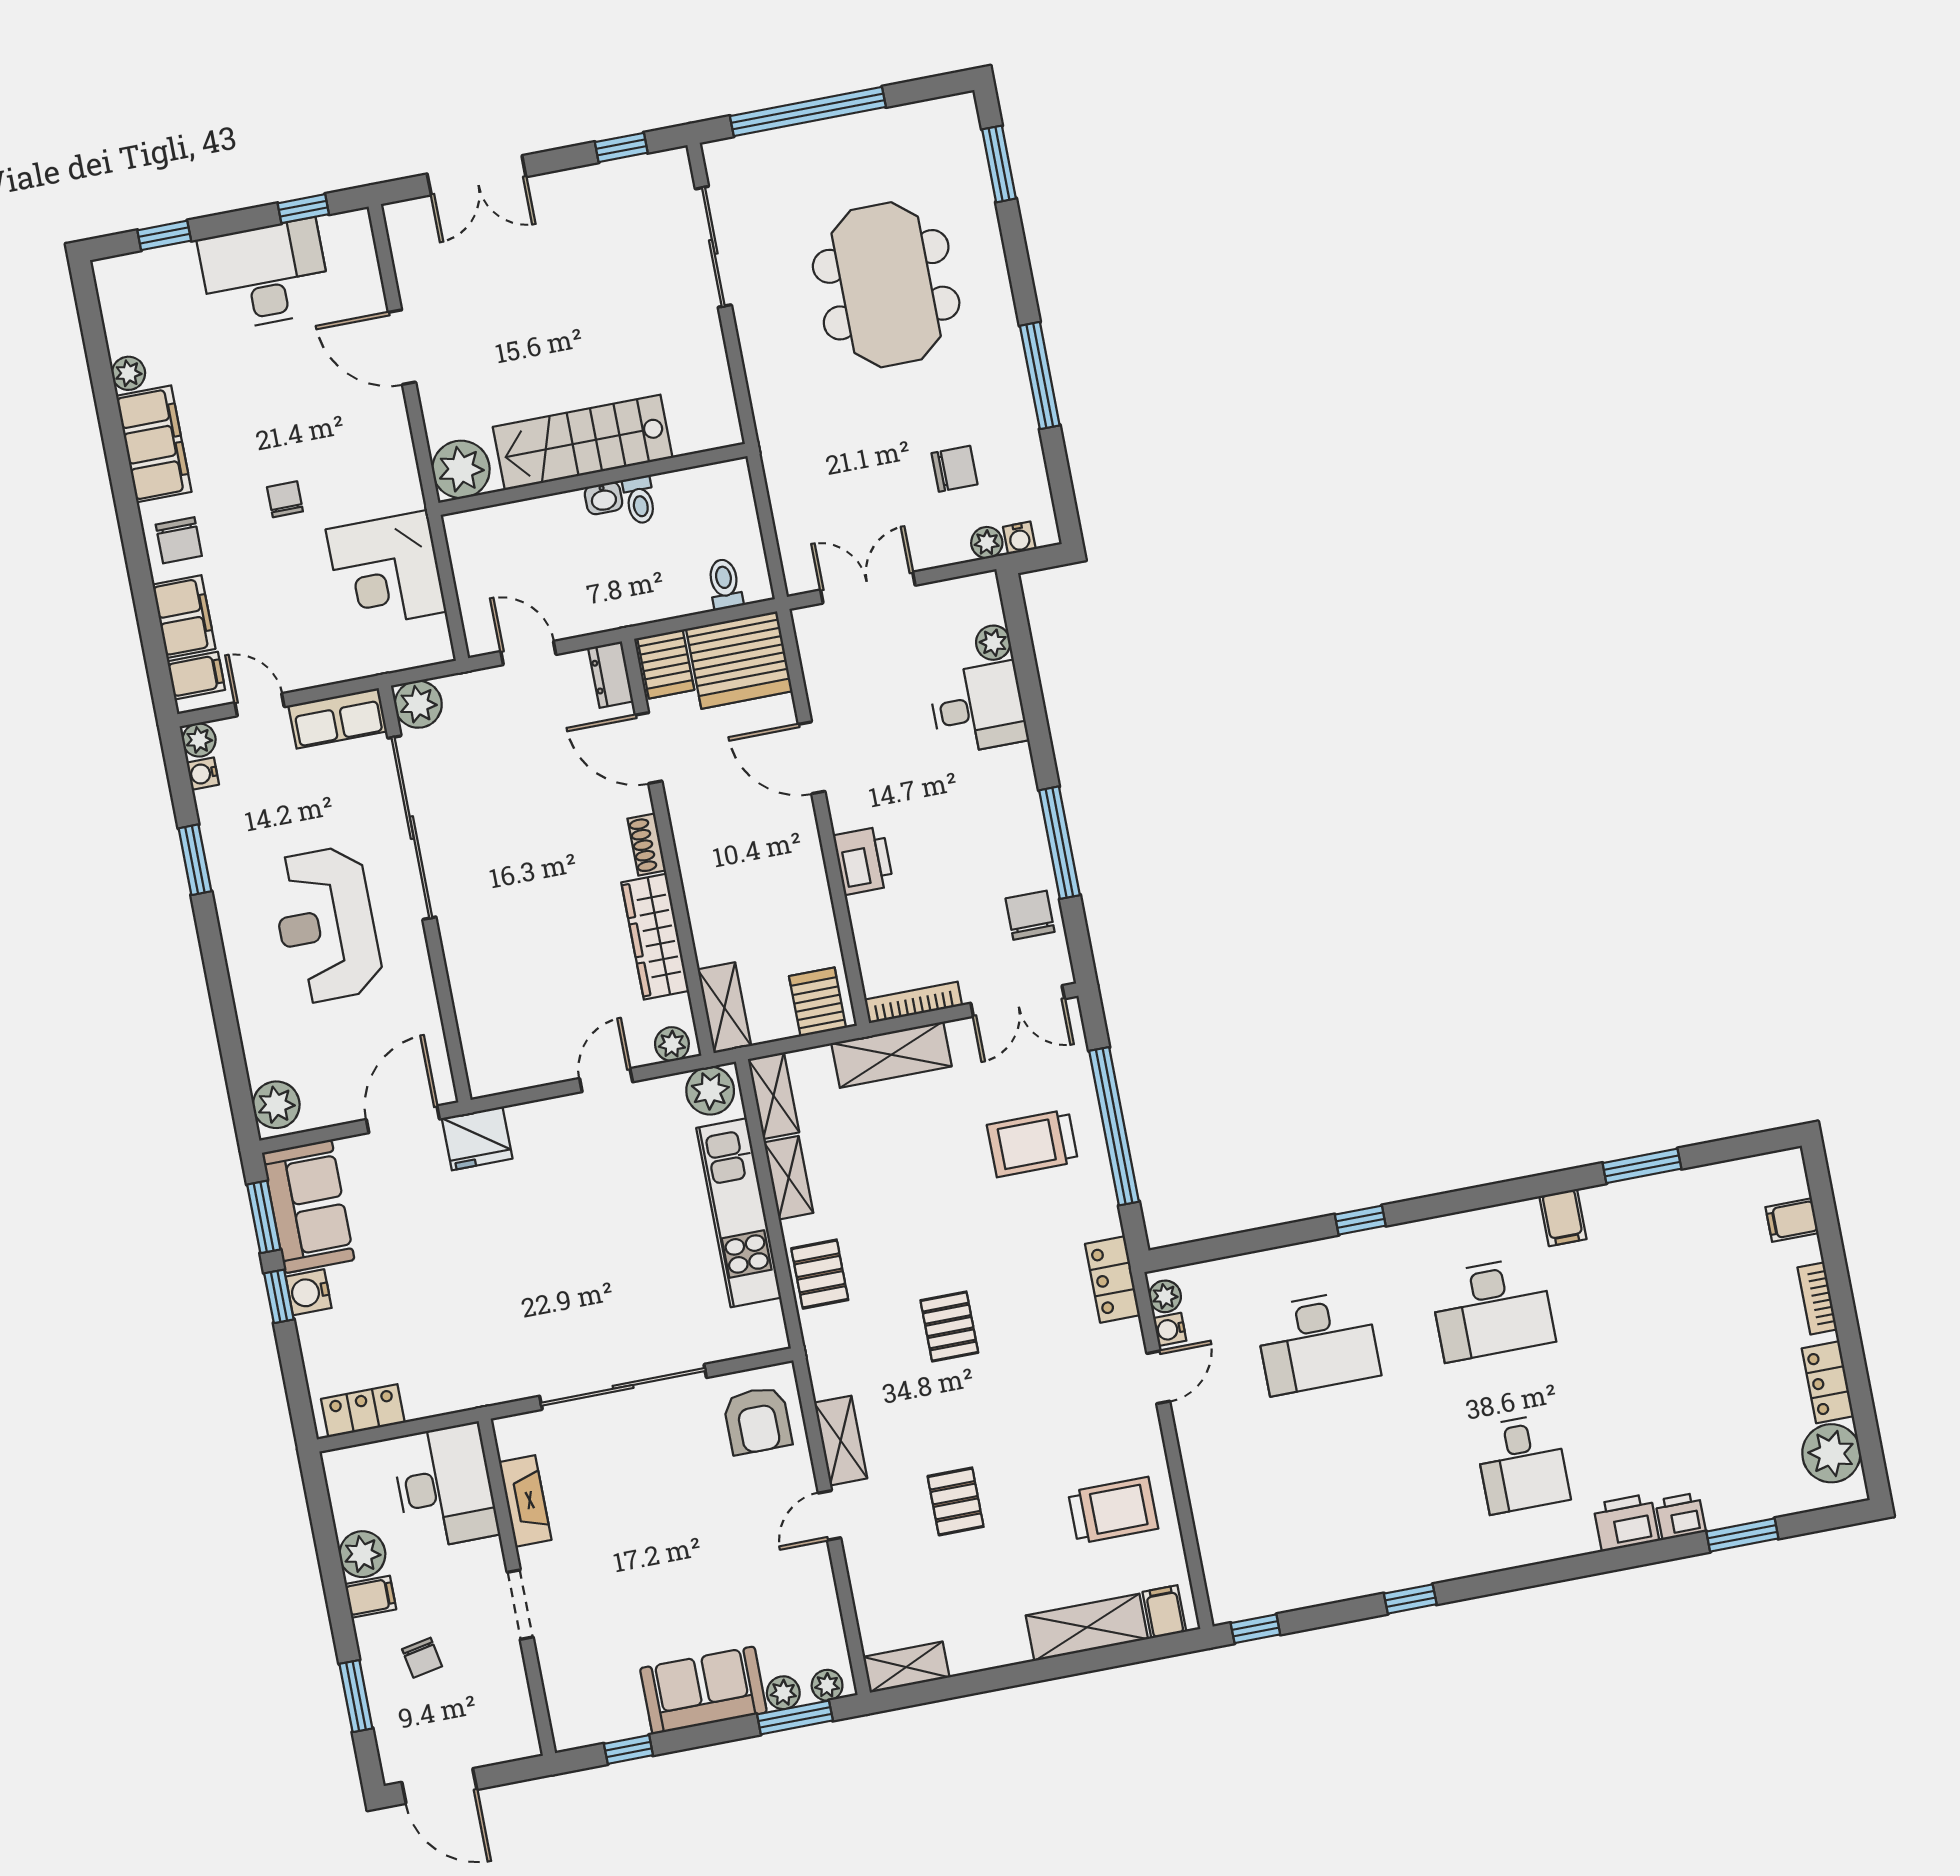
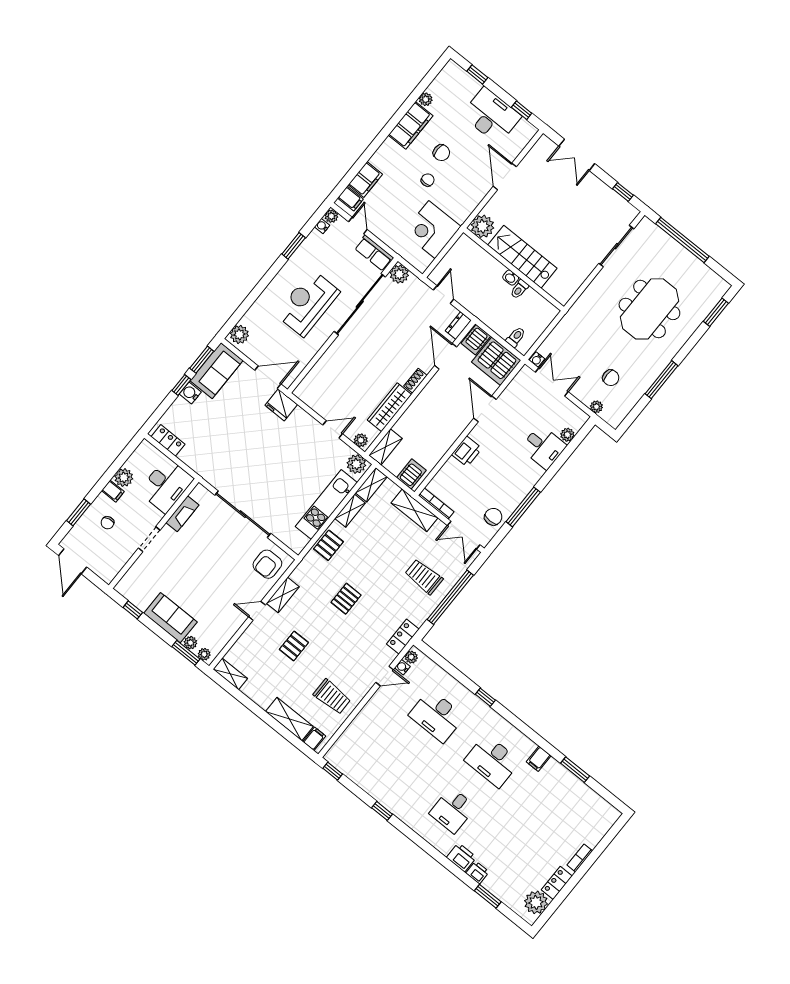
water cooler: (1019, 538) -> (537, 360), moved
chair: (179, 540) -> (441, 153), moved, turned -90
filing cabinet: (1792, 1220) -> (597, 830), removed

